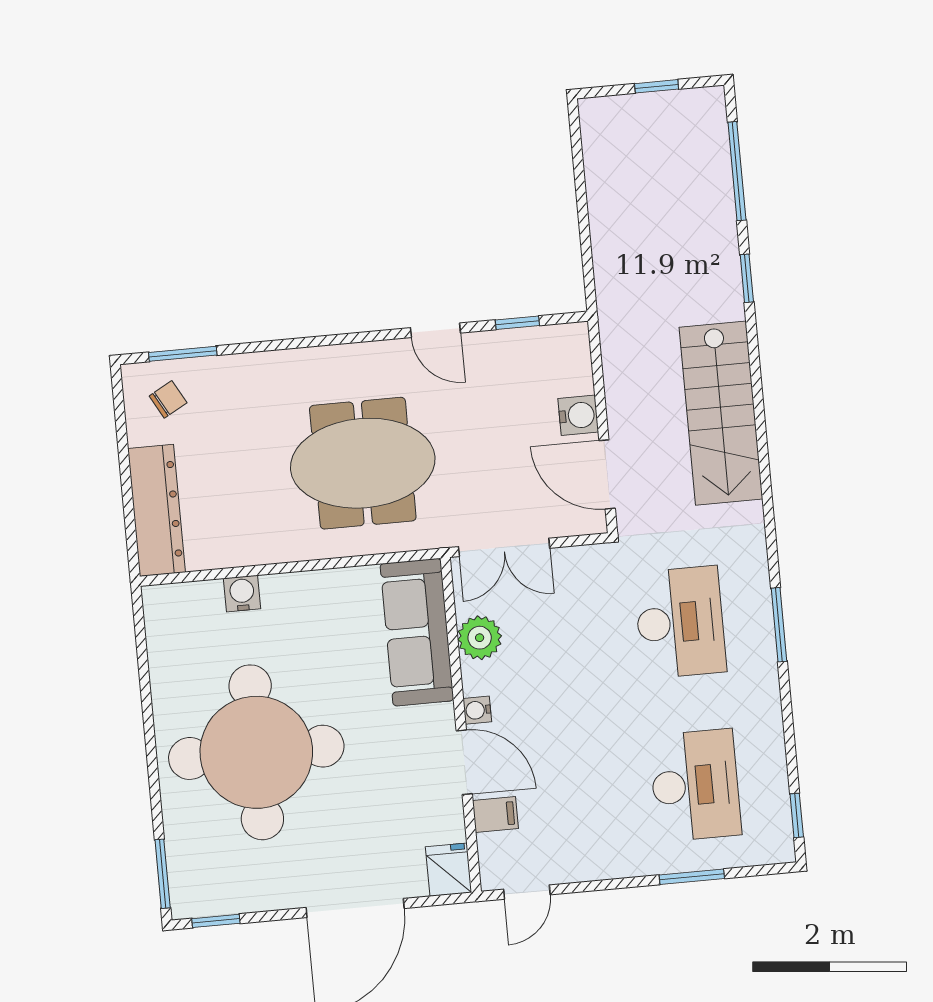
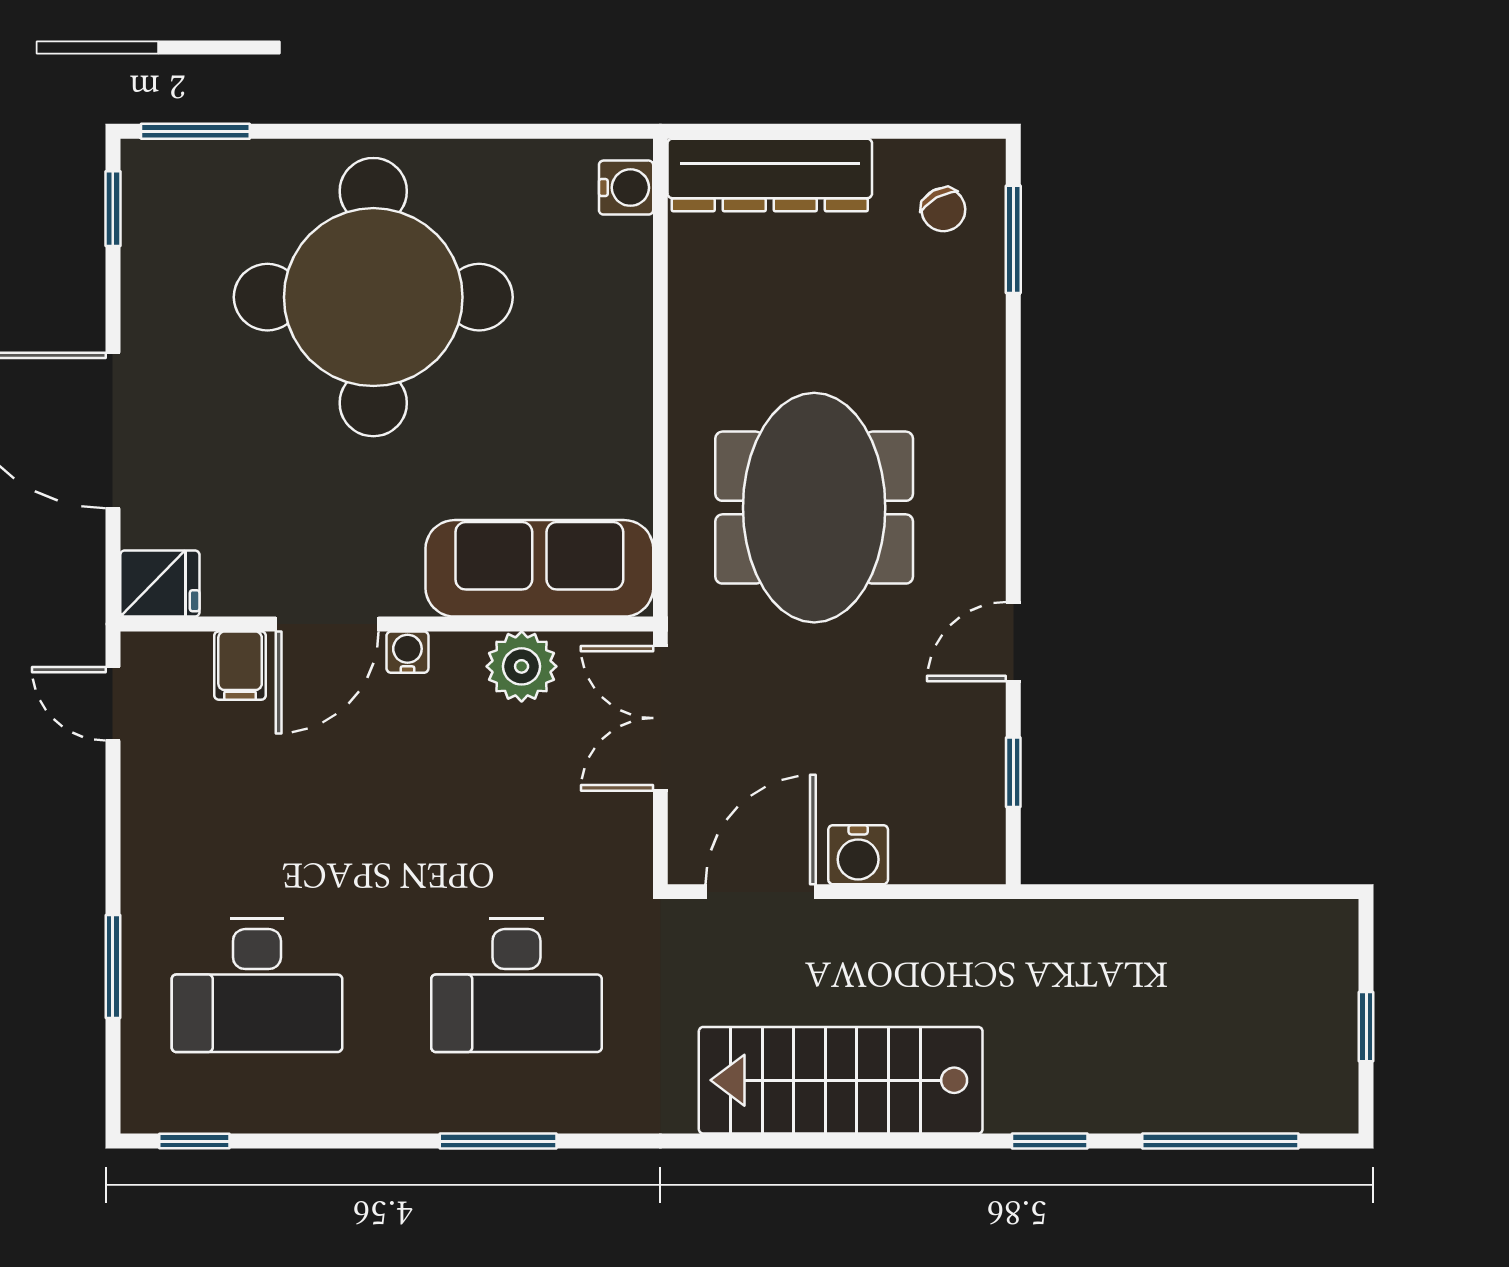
water cooler: (242, 593) -> (626, 188), moved

